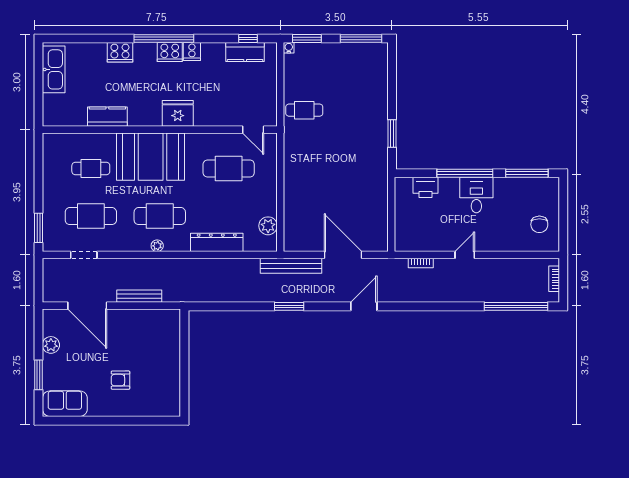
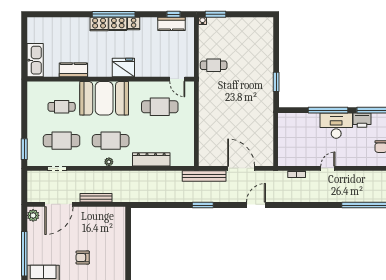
window: (361, 39) -> (254, 14), removed
cooker: (120, 52) -> (99, 24), moved
kitchen sink: (54, 69) -> (35, 60), moved
printer: (425, 187) -> (362, 120), moved
desk: (476, 195) -> (336, 126), width x1.37
plant: (268, 226) -> (188, 148), removed
door: (87, 306) -> (59, 204), hinge flipped
plant: (51, 345) -> (33, 215), moved
window: (38, 375) -> (24, 254), width x2.11

